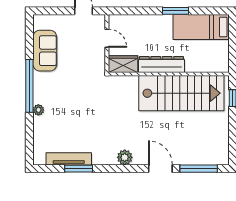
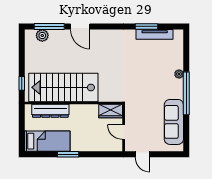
sofa: (45, 51) -> (174, 122), width x1.36
dresser: (161, 65) -> (50, 111), moved
plant: (125, 157) -> (42, 36), moved

